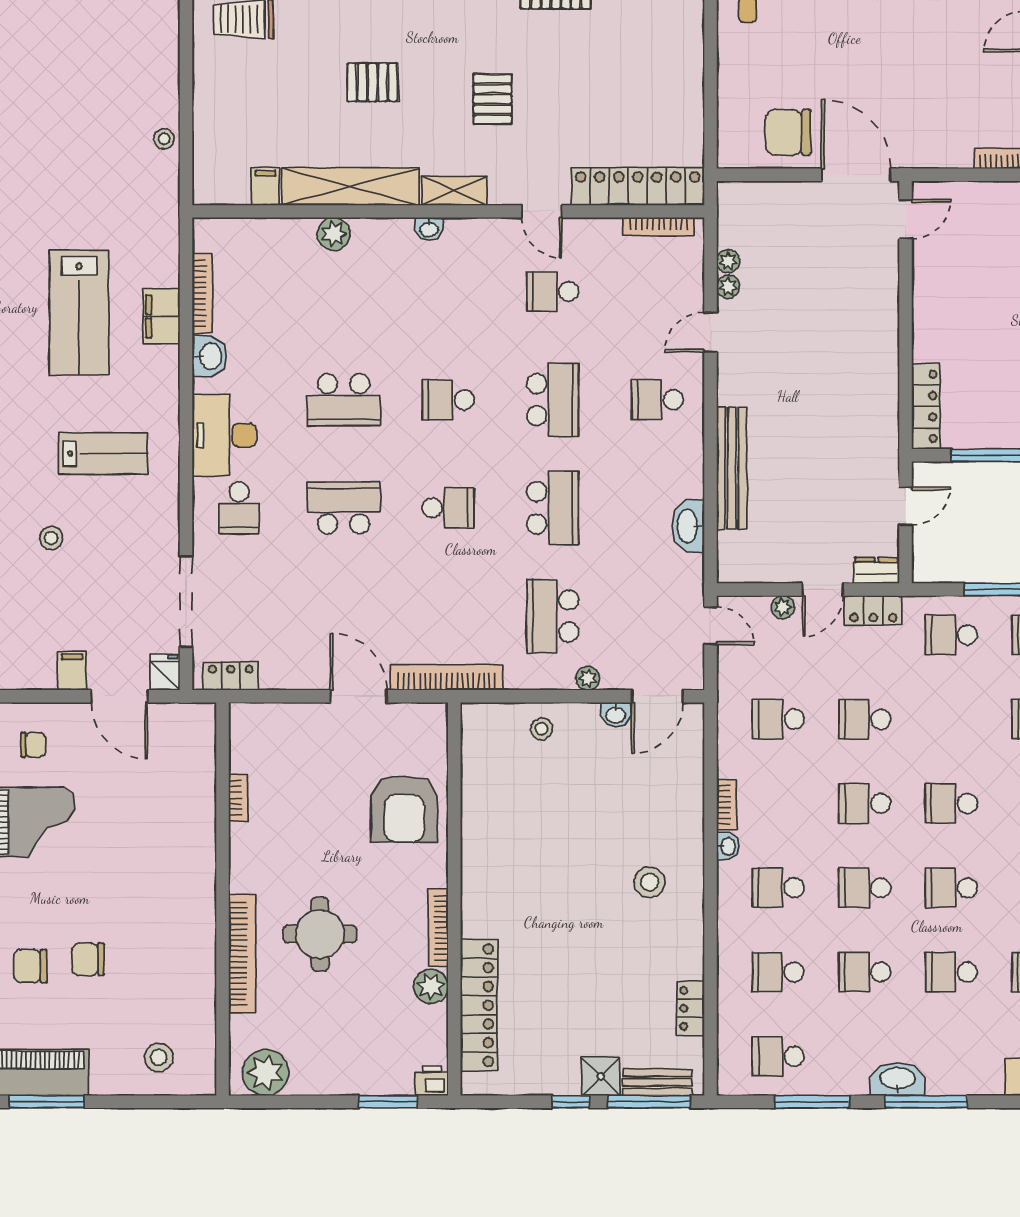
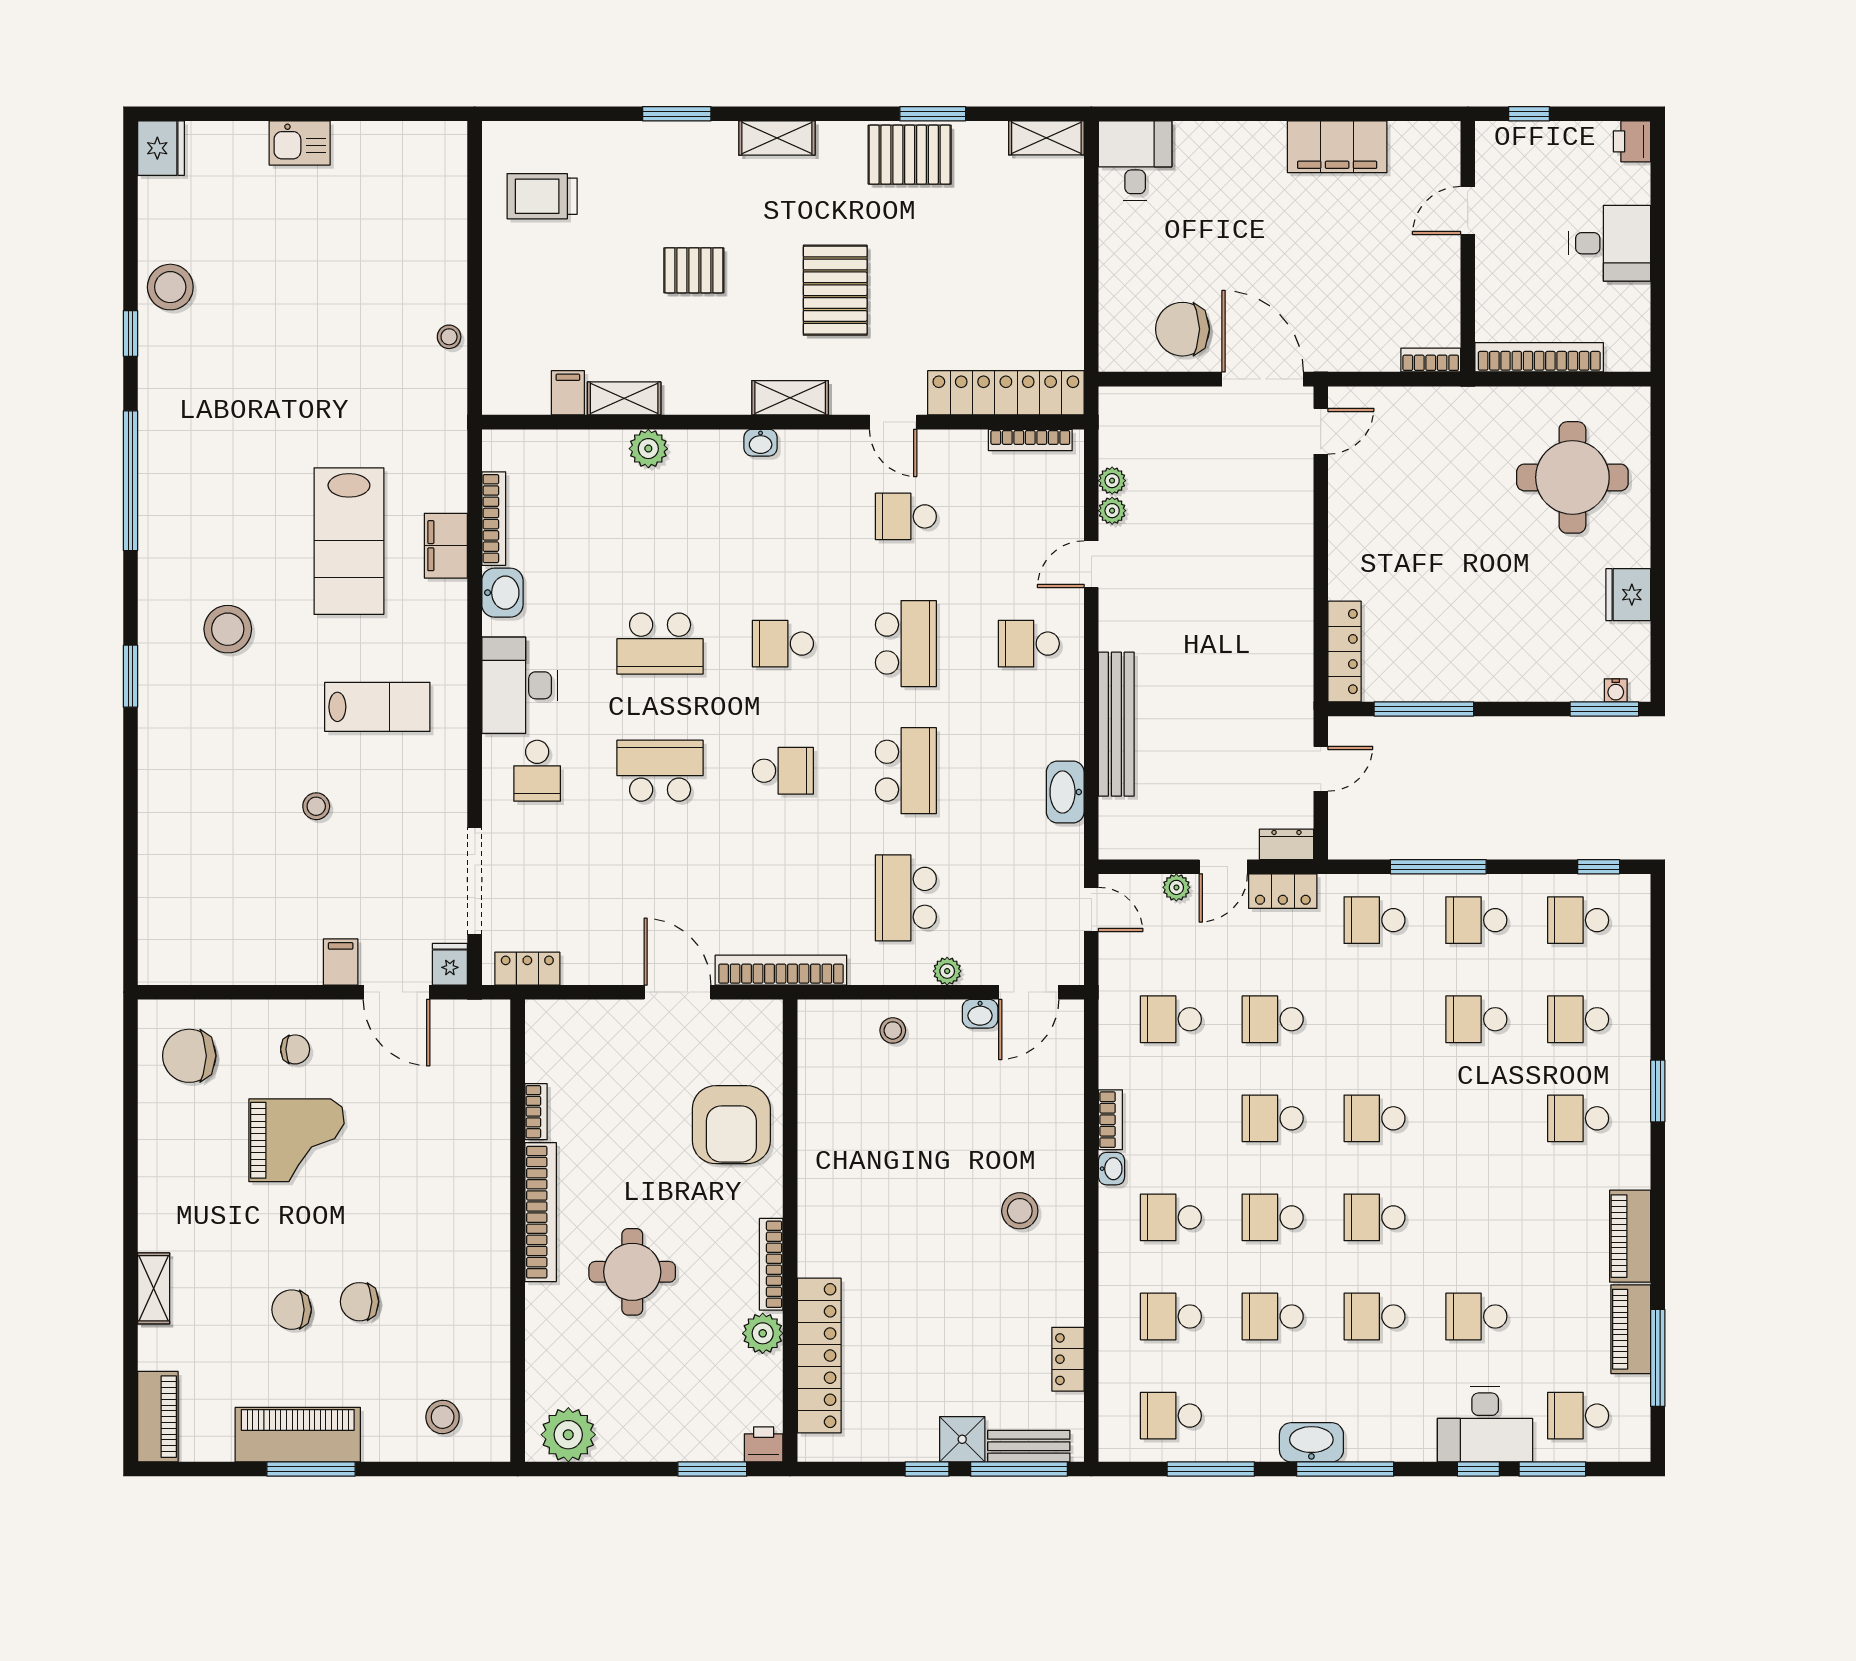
pallet: (493, 99) -> (835, 290), width x1.50, depth x1.42
shelving: (351, 187) -> (624, 398), width x0.45, depth x0.75
bookcase: (242, 954) -> (541, 1212), moved

